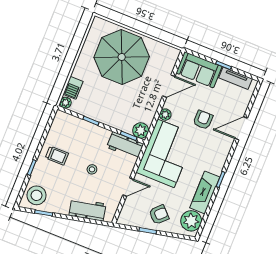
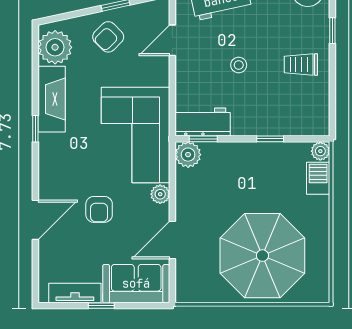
door: (128, 187) -> (172, 40), moved

